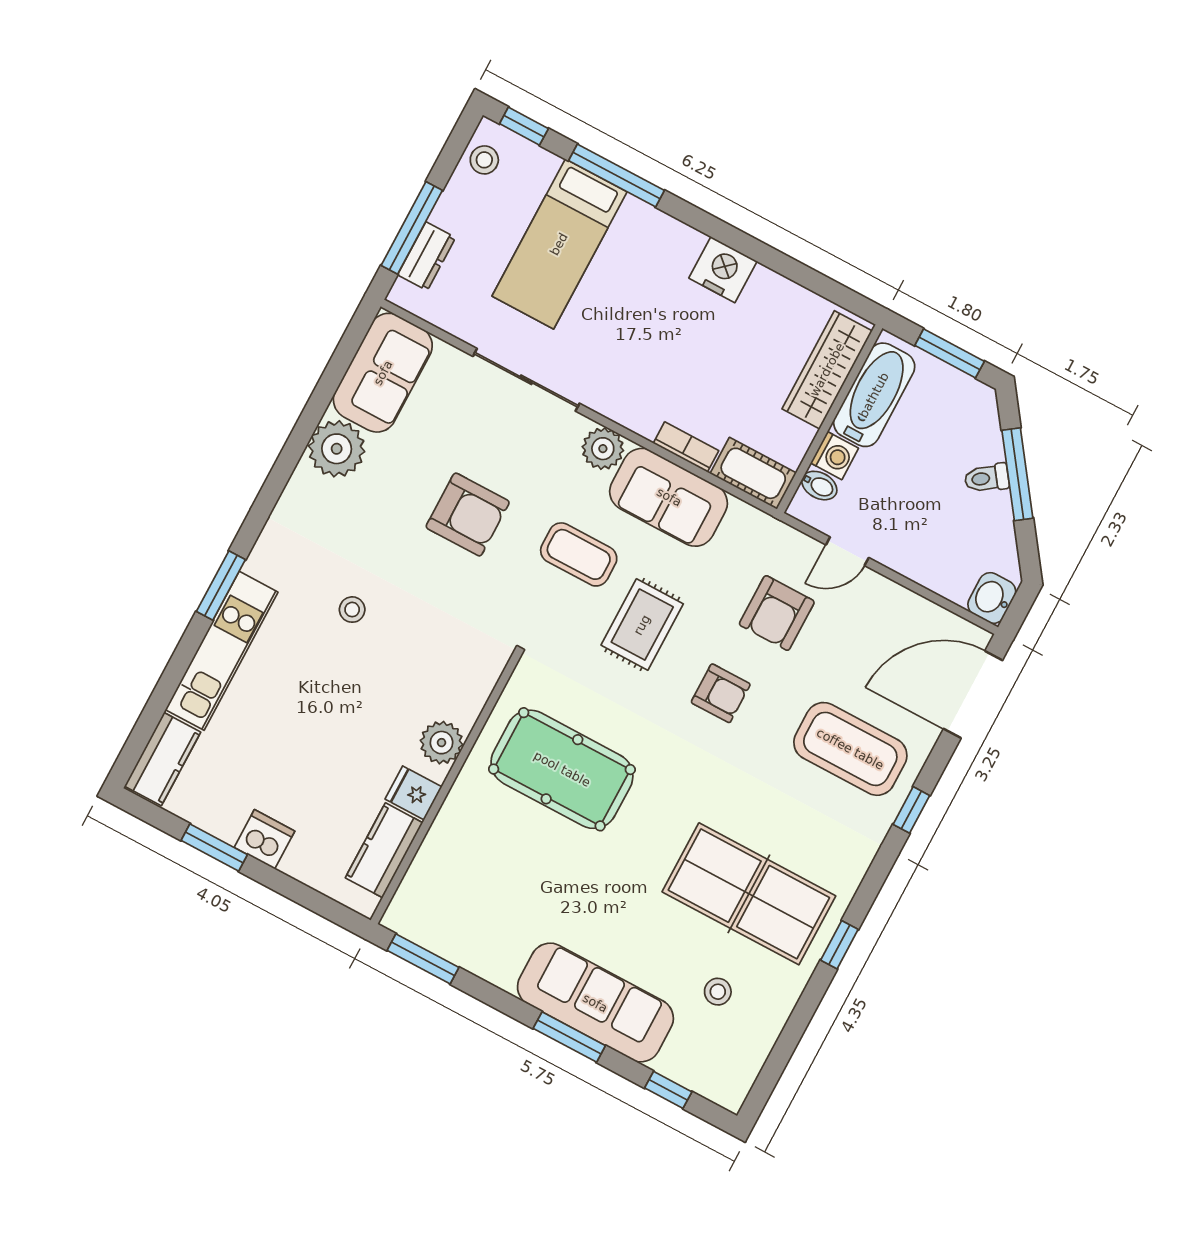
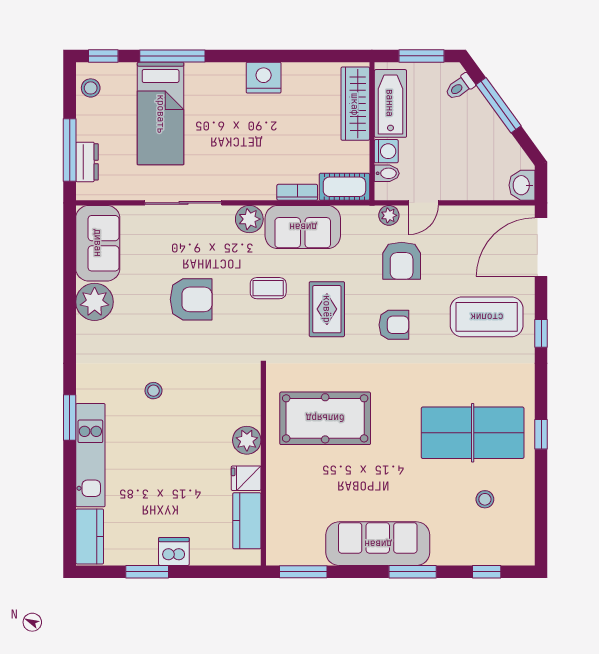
toilet: (987, 478) -> (460, 87), moved
plant: (792, 543) -> (389, 215), added
coffee table: (579, 554) -> (268, 288), width x0.73, depth x0.77
sofa: (595, 1003) -> (378, 544), moved

